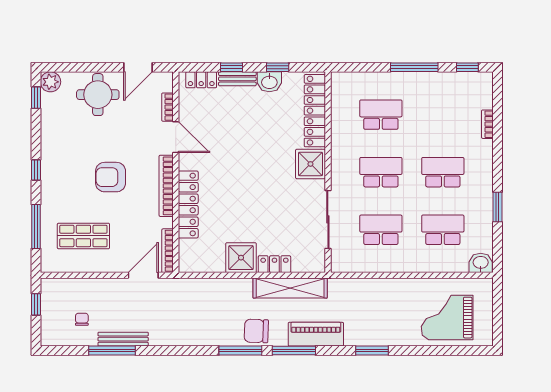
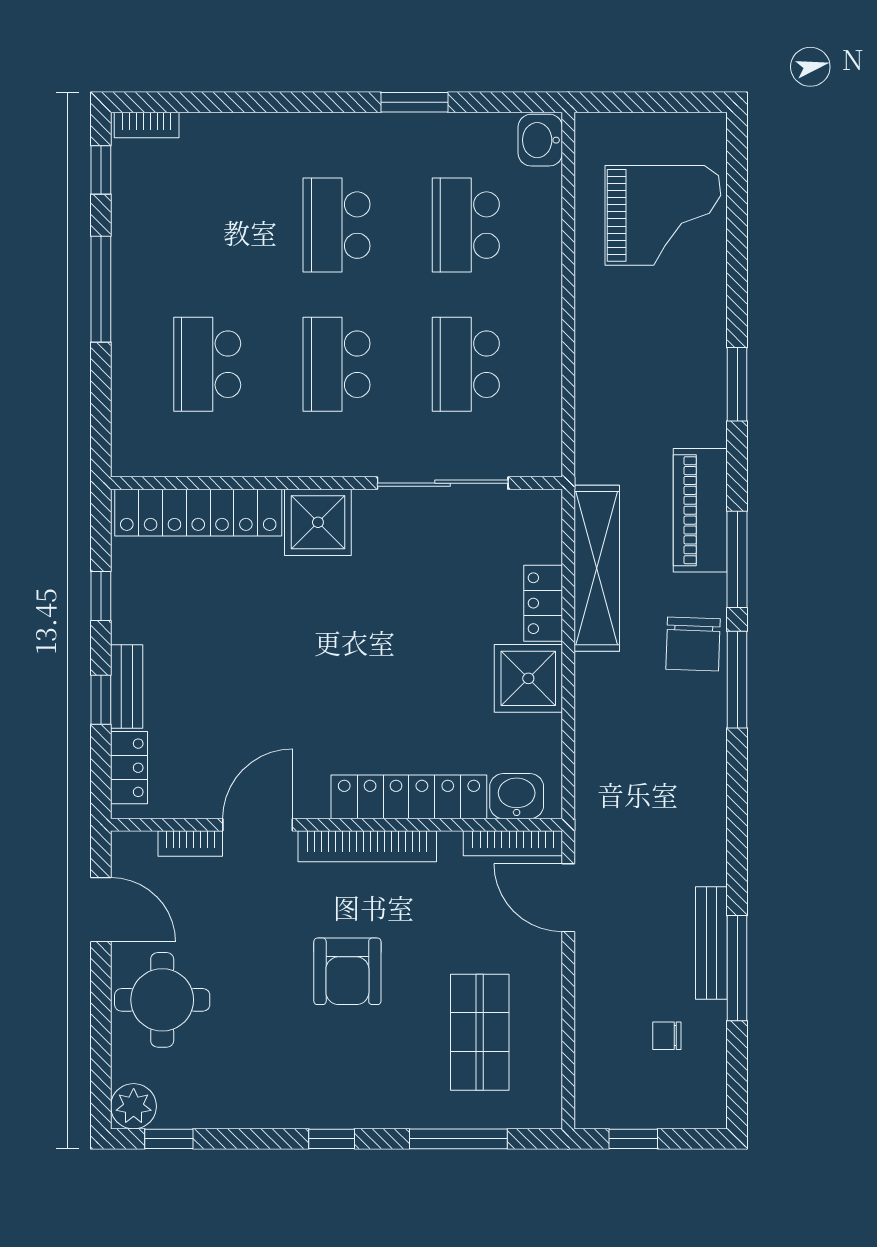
washbasin: (269, 82) -> (517, 796), moved, turned -90
bookcase: (487, 124) -> (147, 125), moved
grand piano: (447, 318) -> (663, 215), turned -90

